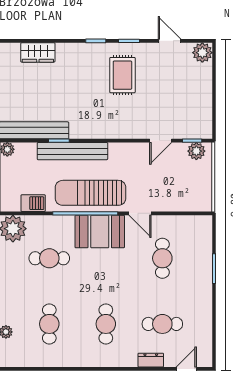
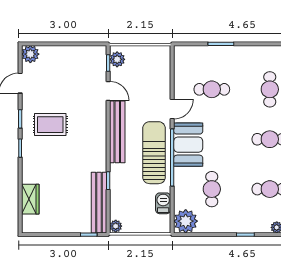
bench: (72, 151) -> (117, 132), moved
sun lounger: (91, 193) -> (154, 153), turned 180

